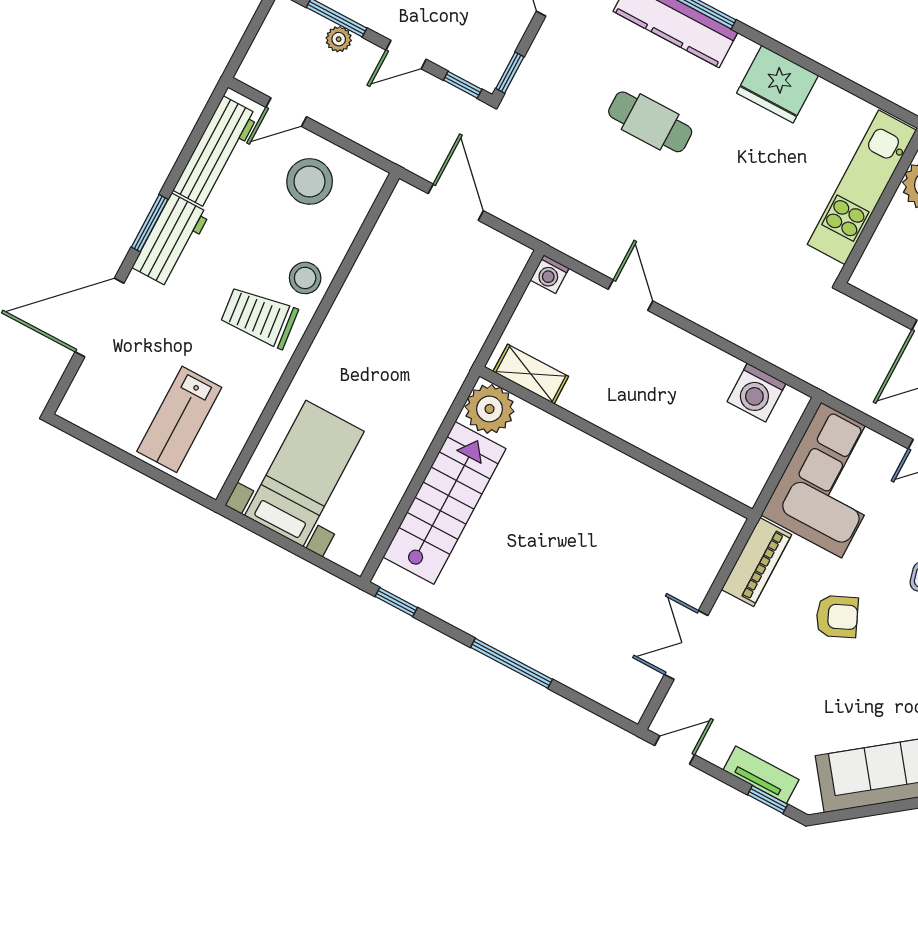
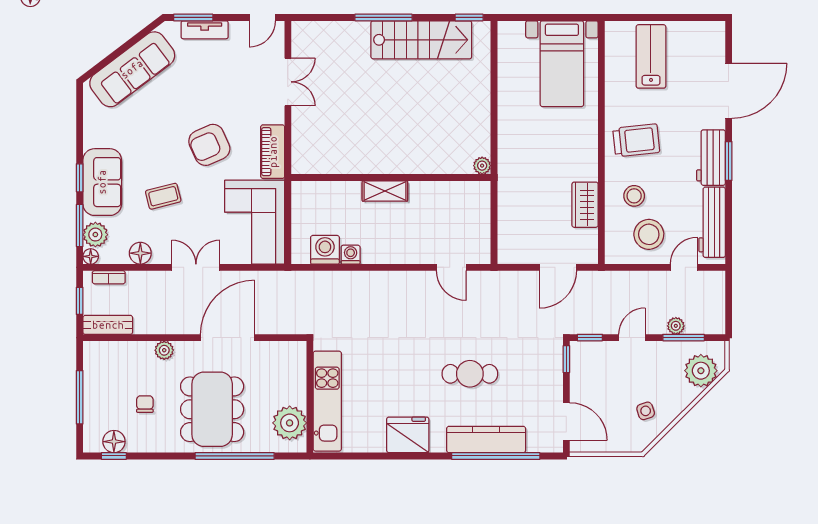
door: (456, 202) -> (558, 267), hinge flipped
wardrobe: (374, 267) -> (585, 205), added
washing machine: (550, 274) -> (351, 255), moved
stool: (305, 278) -> (634, 196), moved
door: (630, 295) -> (451, 267), moved
shelving: (531, 374) -> (385, 191), moved
plant: (490, 409) -> (482, 166), width x0.53, depth x0.53
stairs: (444, 503) -> (421, 40), moved, turned -90
armchair: (837, 617) -> (209, 145), width x1.38, depth x1.38
window: (768, 799) -> (193, 17), width x1.50

